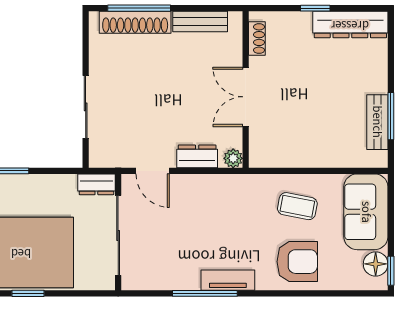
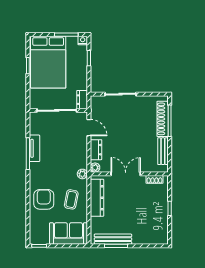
dresser: (350, 25) -> (97, 198), moved, turned 180
bench: (377, 122) -> (113, 239), width x1.36
door: (153, 171) -> (89, 128), swing flipped
plant: (246, 184) -> (82, 174), added
armchair: (297, 262) -> (44, 199), turned 180
floor lamp: (376, 264) -> (43, 238), removed
tv unit: (228, 280) -> (34, 148), moved

